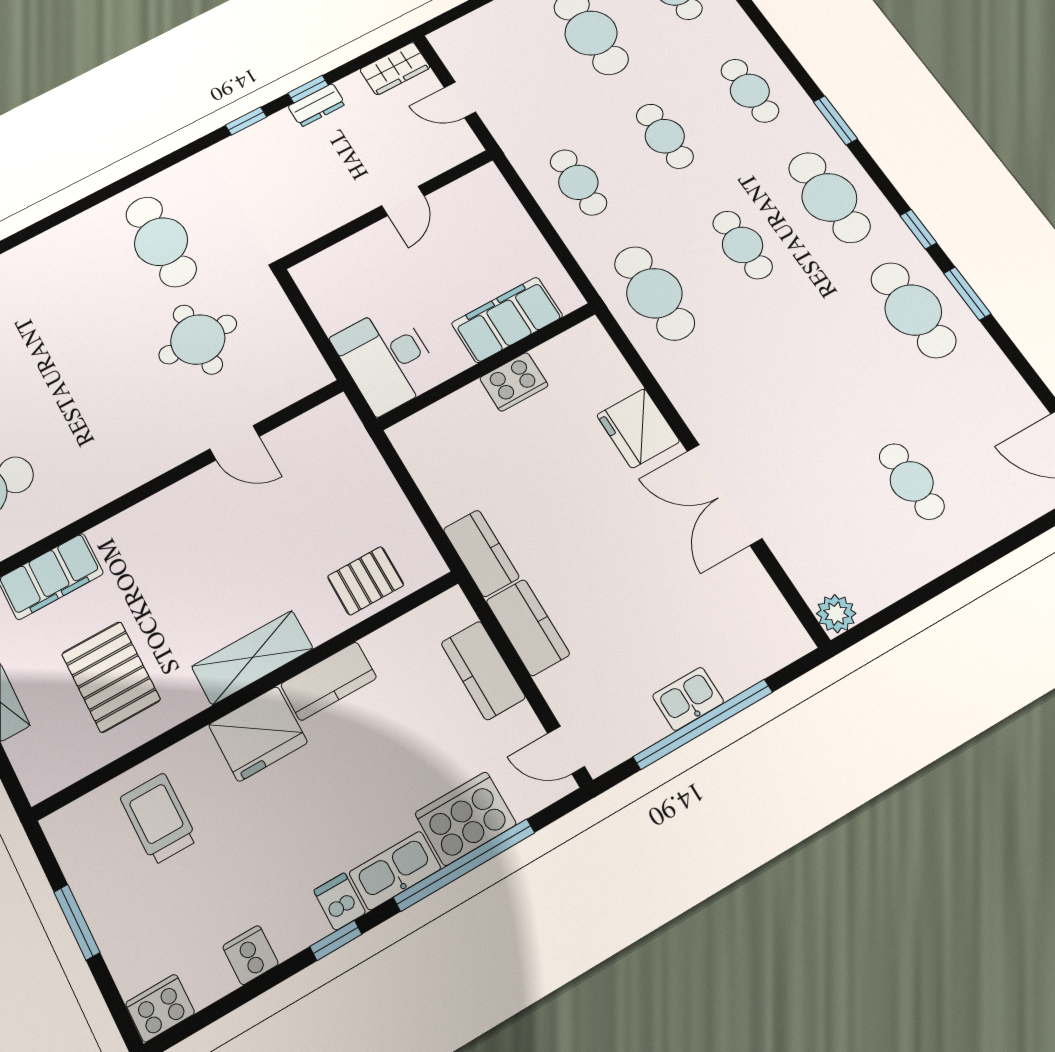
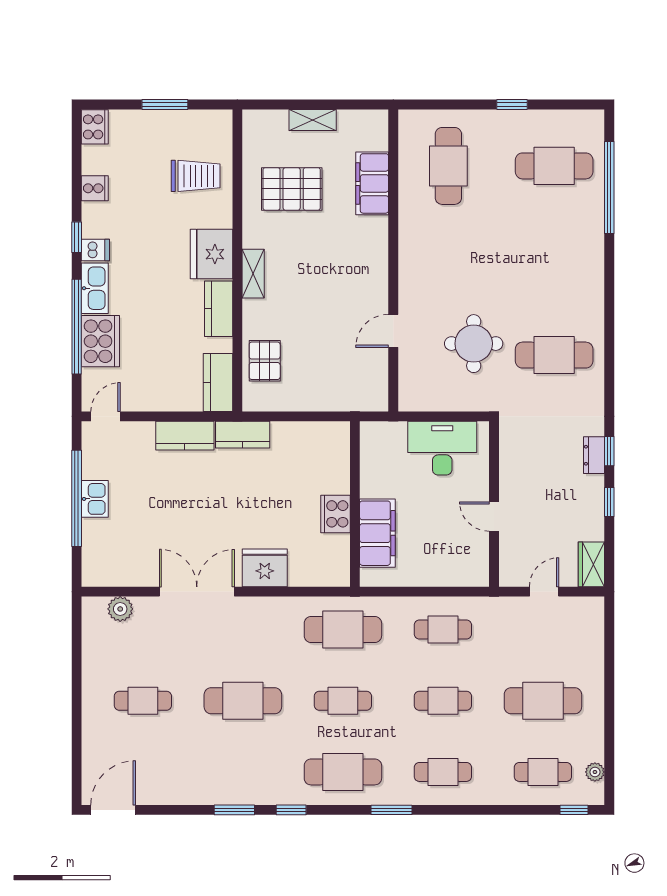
dresser: (317, 105) -> (594, 455), moved
cafe table: (913, 310) -> (243, 701), moved
desk: (387, 359) -> (442, 448), moved
plant: (836, 614) -> (120, 609), moved
shelving: (252, 657) -> (253, 274), width x0.67, depth x0.75
kitchen counter: (483, 670) -> (218, 382), moved, turned -90

